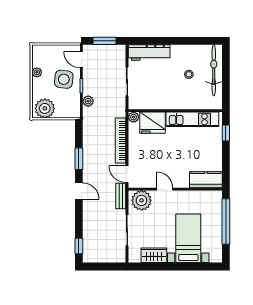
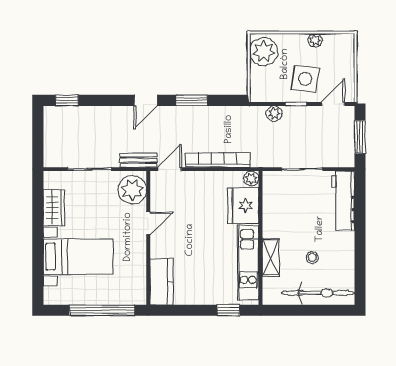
shelving: (189, 103) -> (271, 257), added

